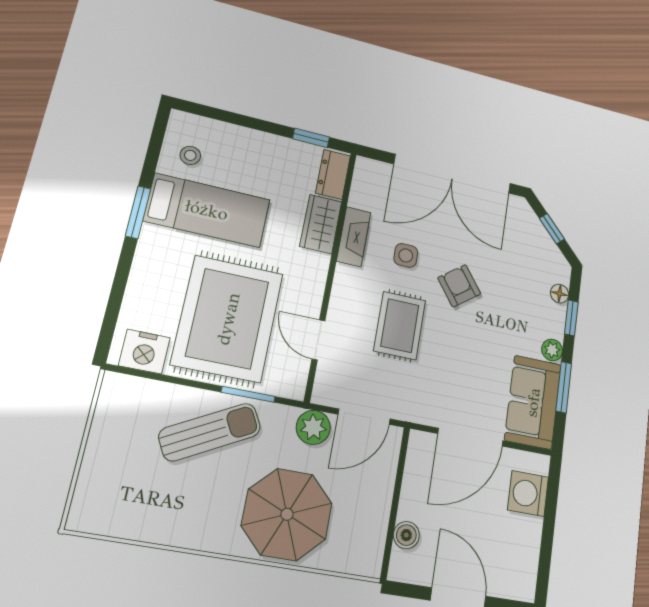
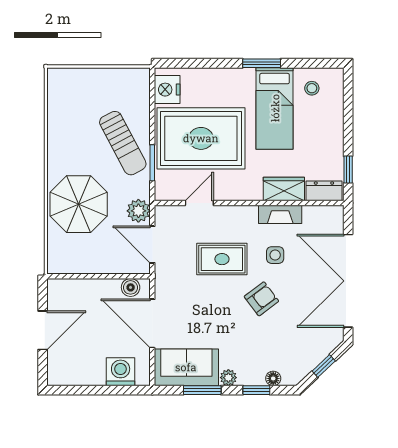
boiler: (406, 535) -> (131, 287), moved

